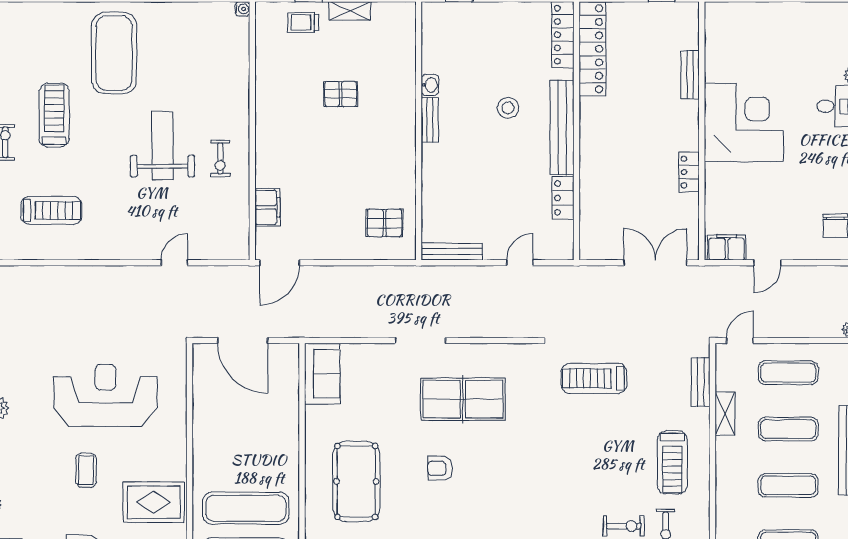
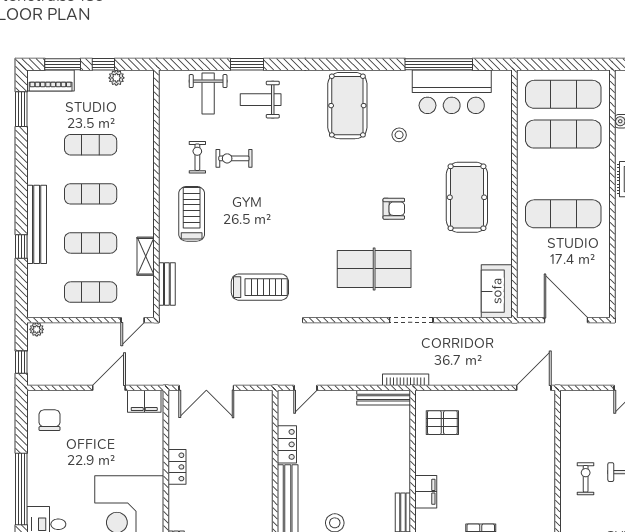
filing cabinet: (267, 207) -> (426, 492), moved, turned 180
door: (520, 263) -> (305, 388), moved
door: (767, 263) -> (109, 388), width x1.38
bookcase: (427, 272) -> (406, 380), added
exercise mat: (246, 508) -> (563, 214), moved

